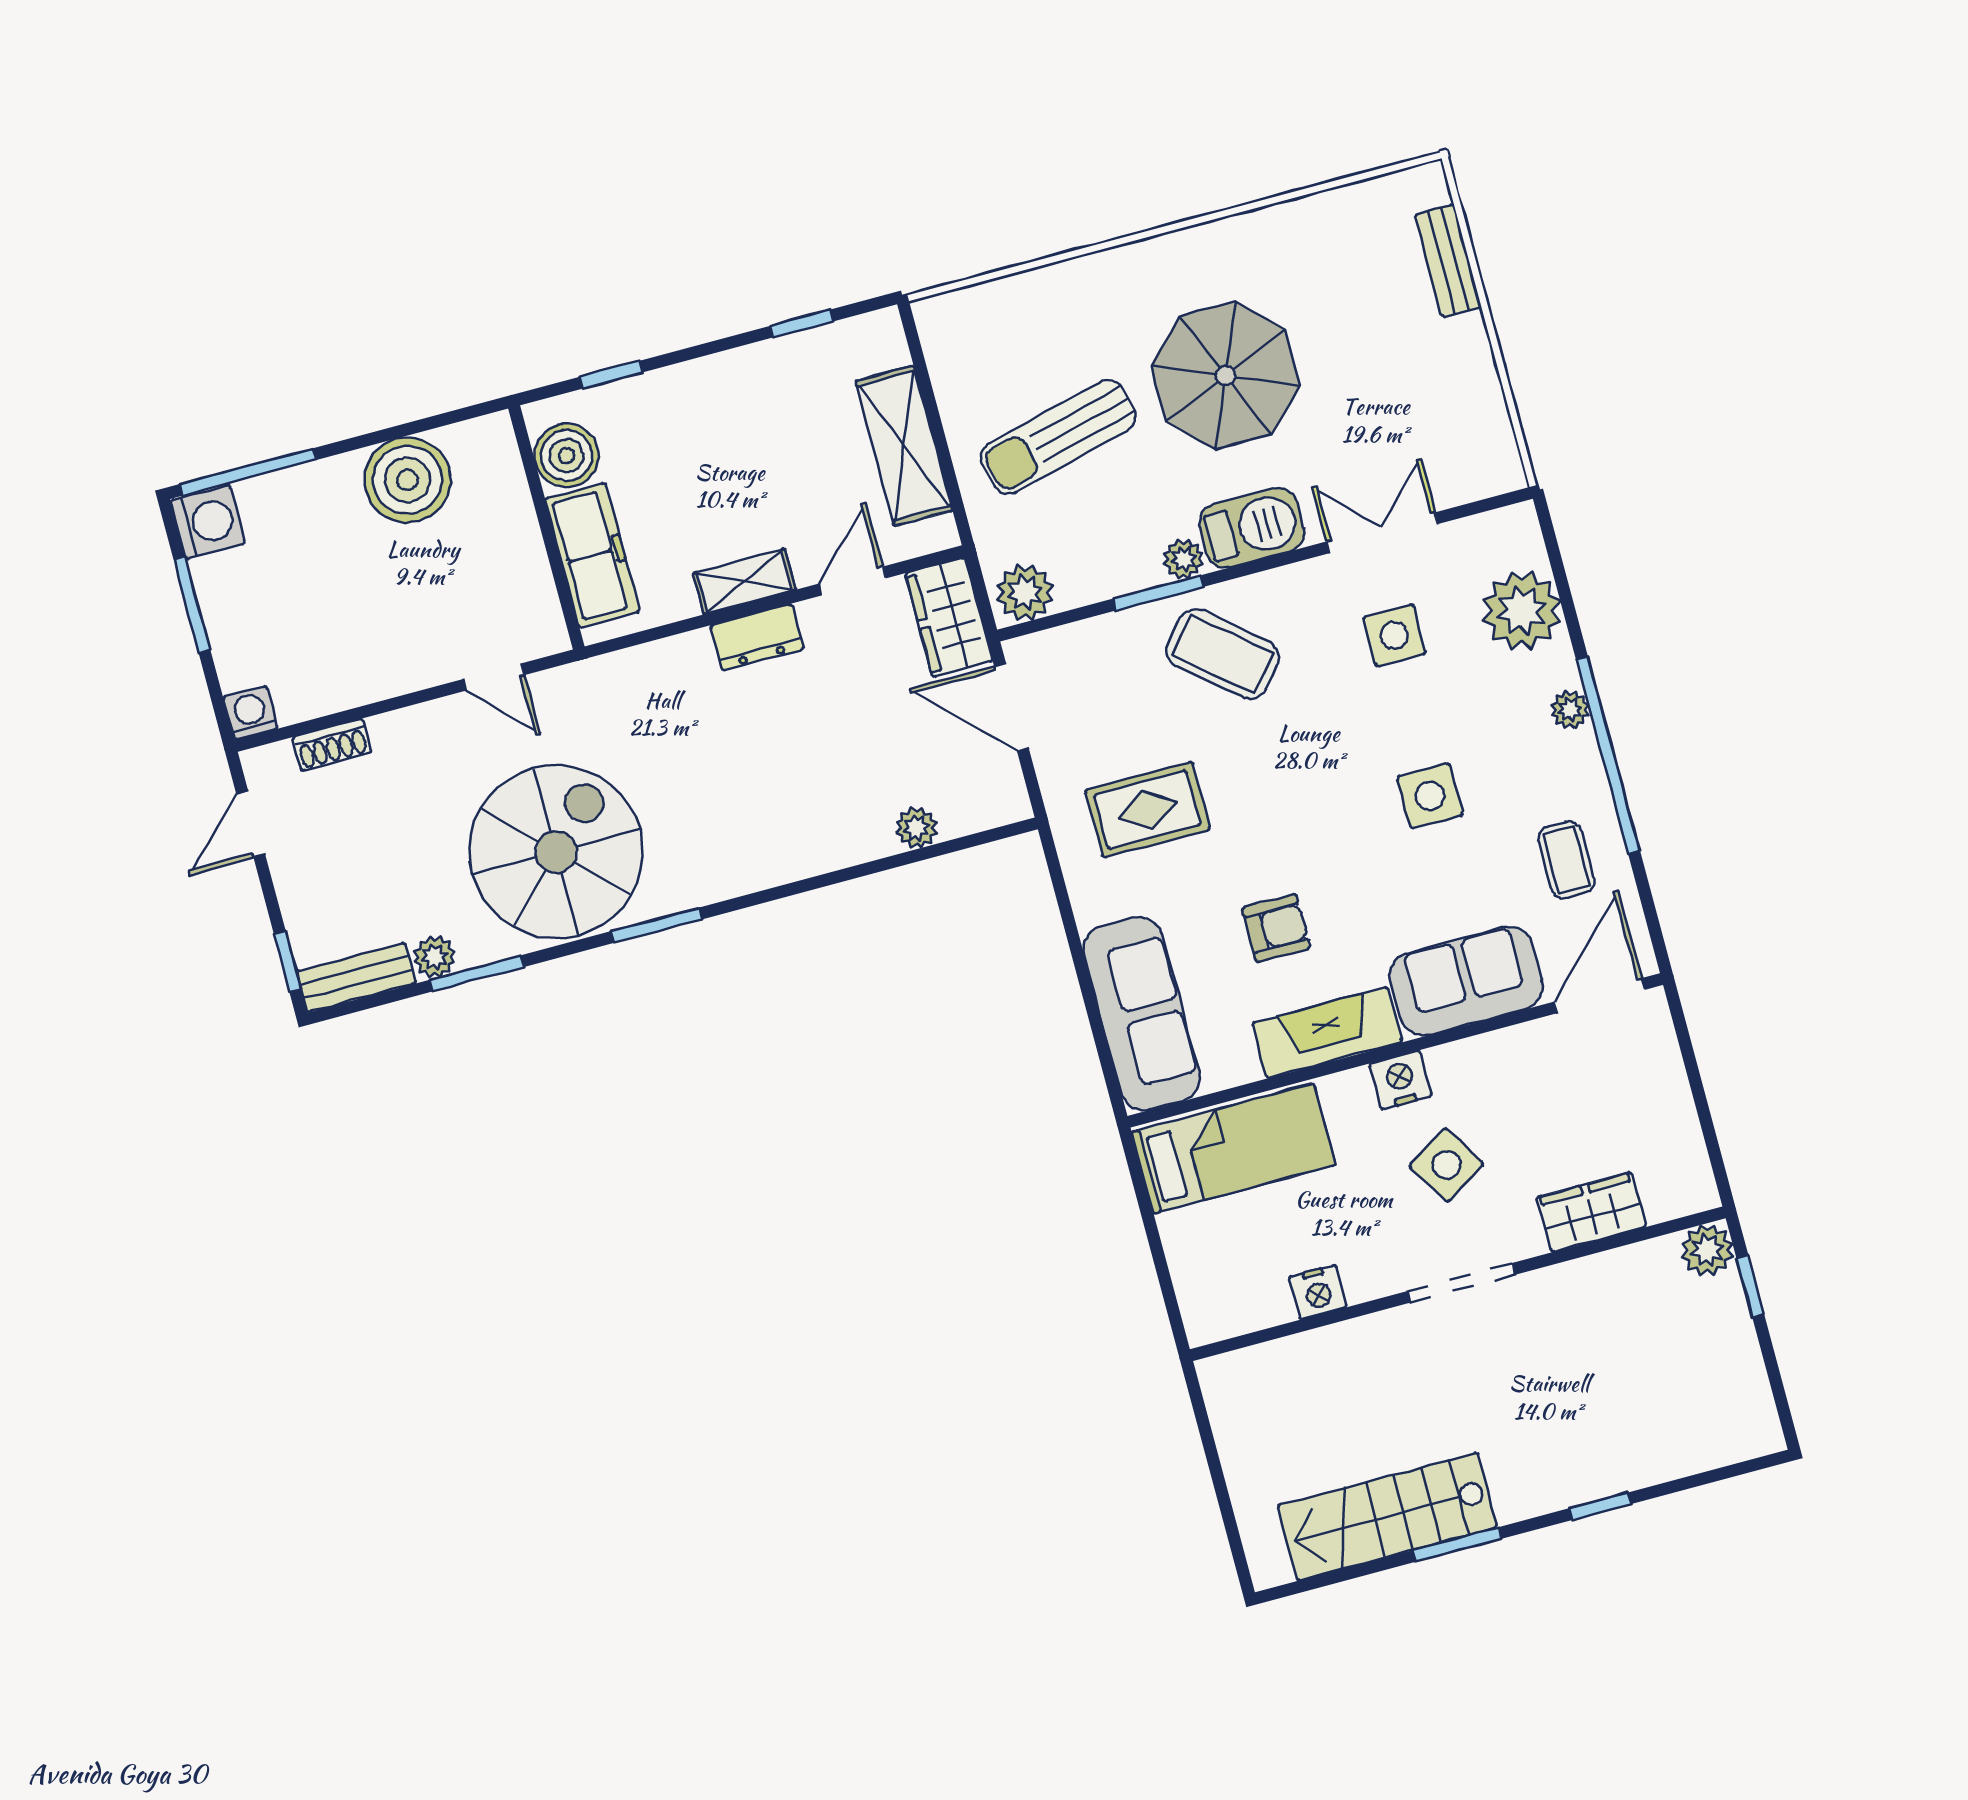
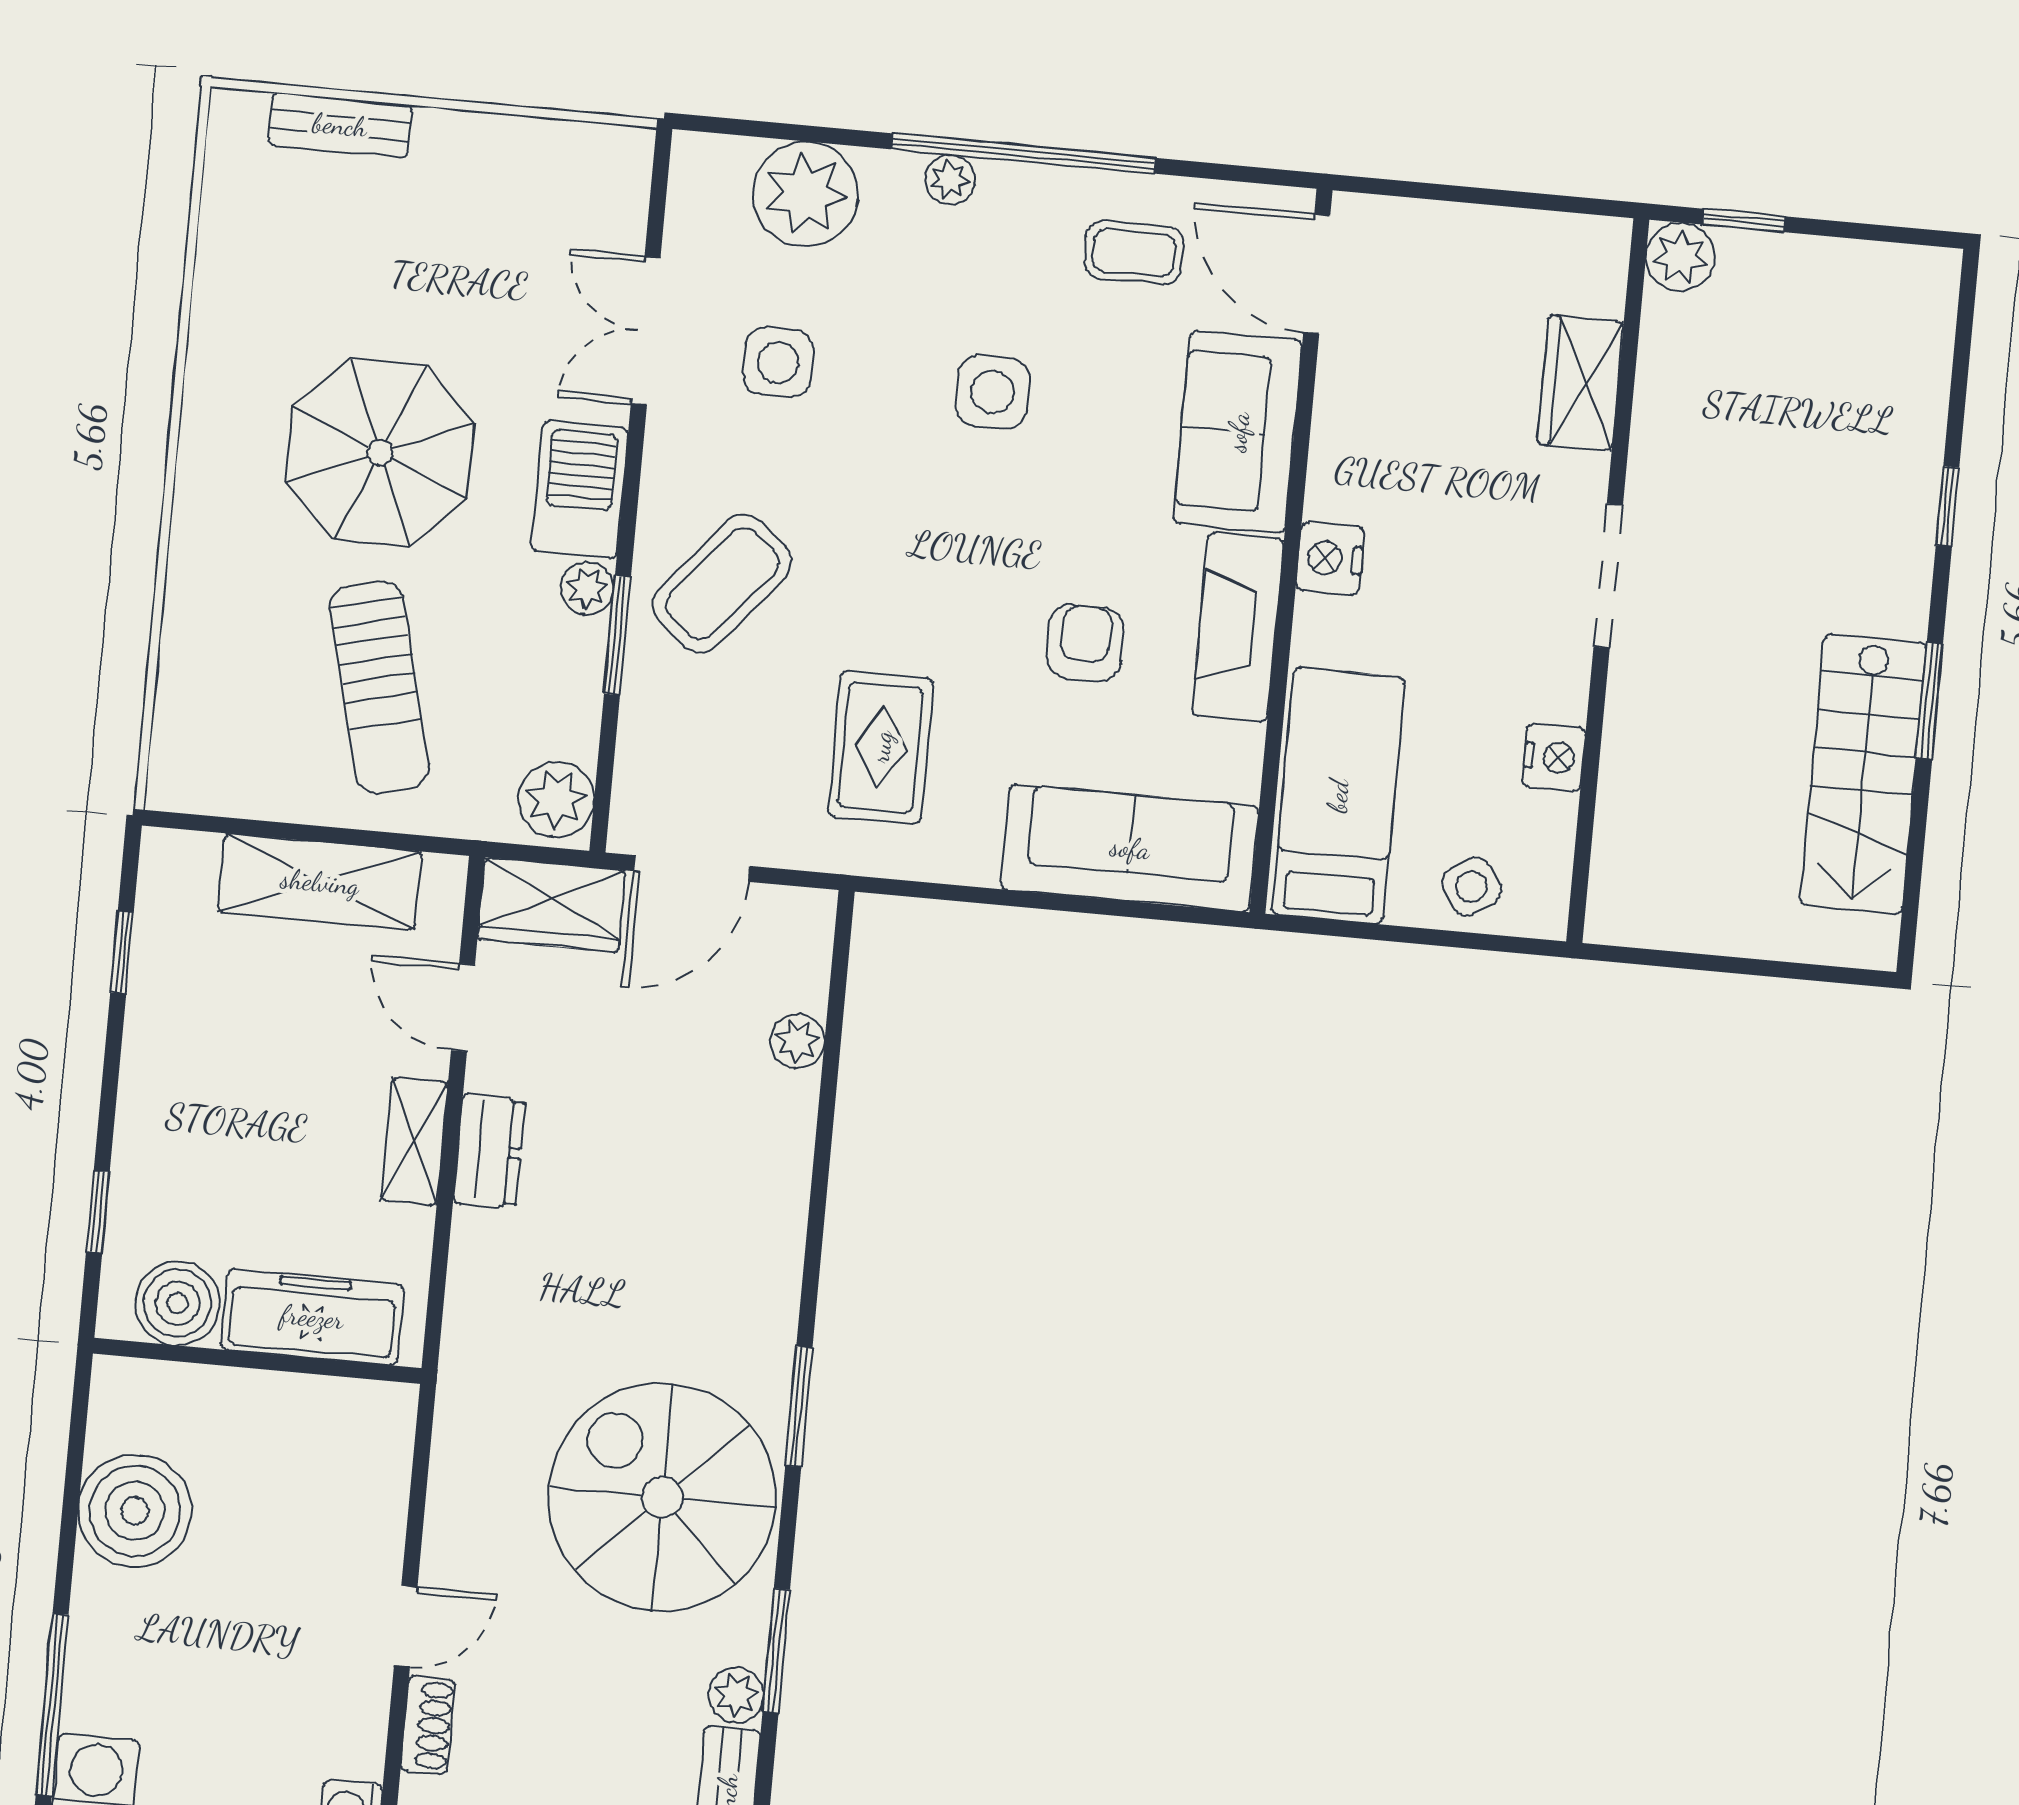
door: (494, 677) -> (406, 1626), moved
side table: (1447, 1165) -> (1472, 887), moved, width x0.73, depth x0.73

